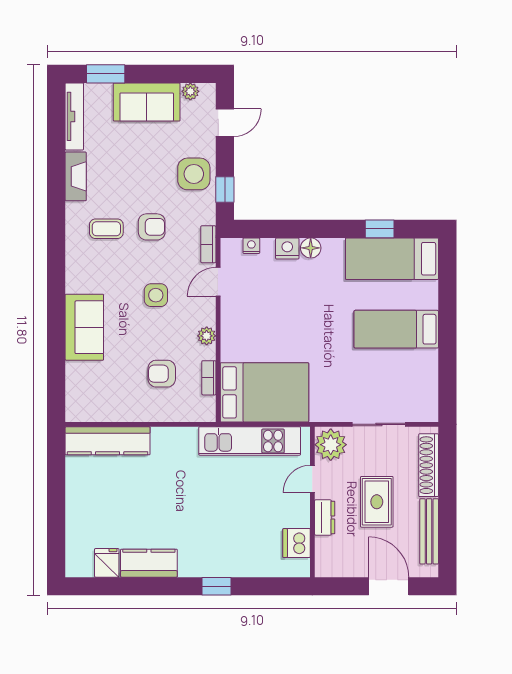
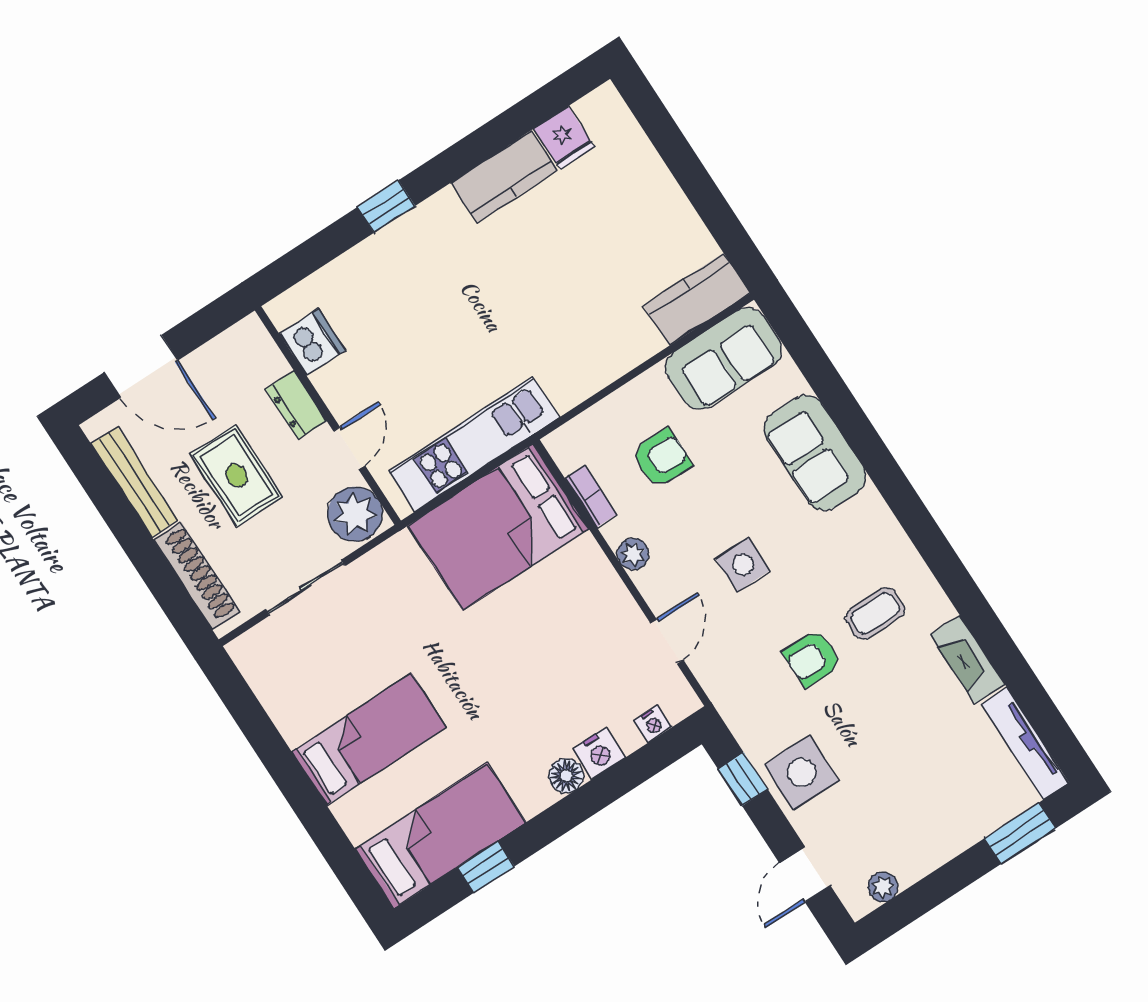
sofa: (147, 102) -> (724, 358), moved, turned 180
bookcase: (208, 244) -> (715, 686), removed
kitchen counter: (108, 441) -> (697, 299), width x0.67

